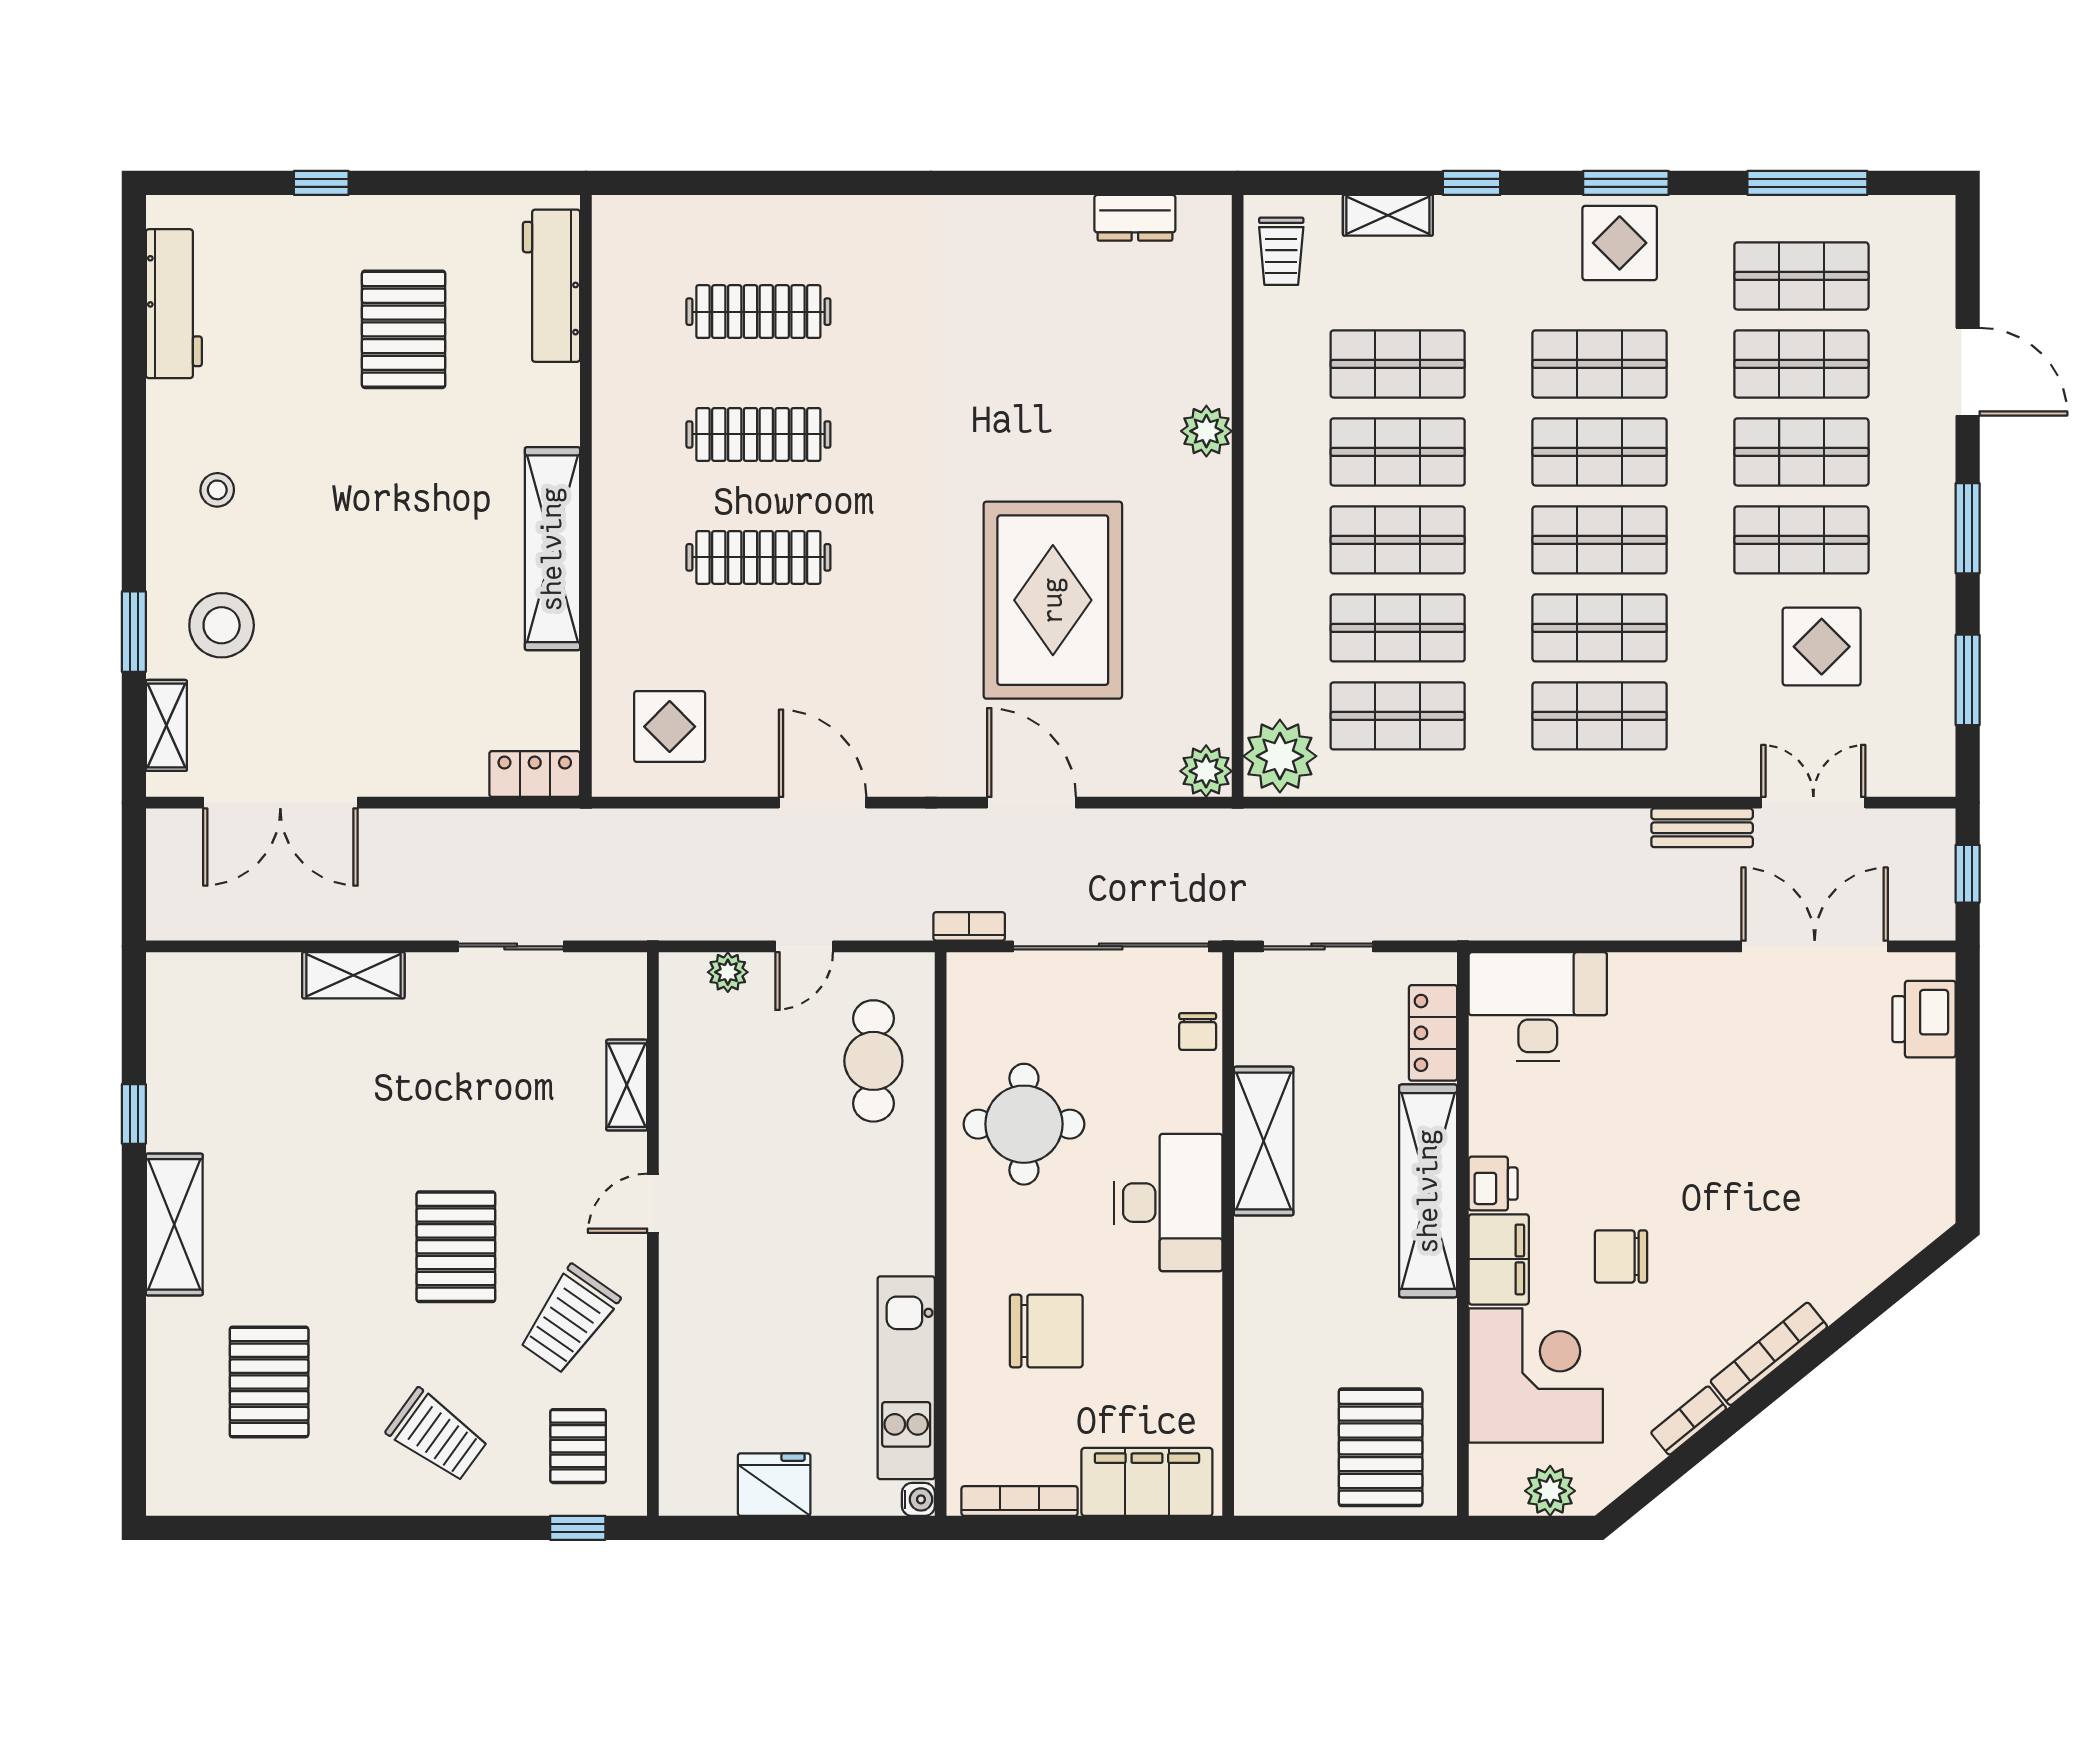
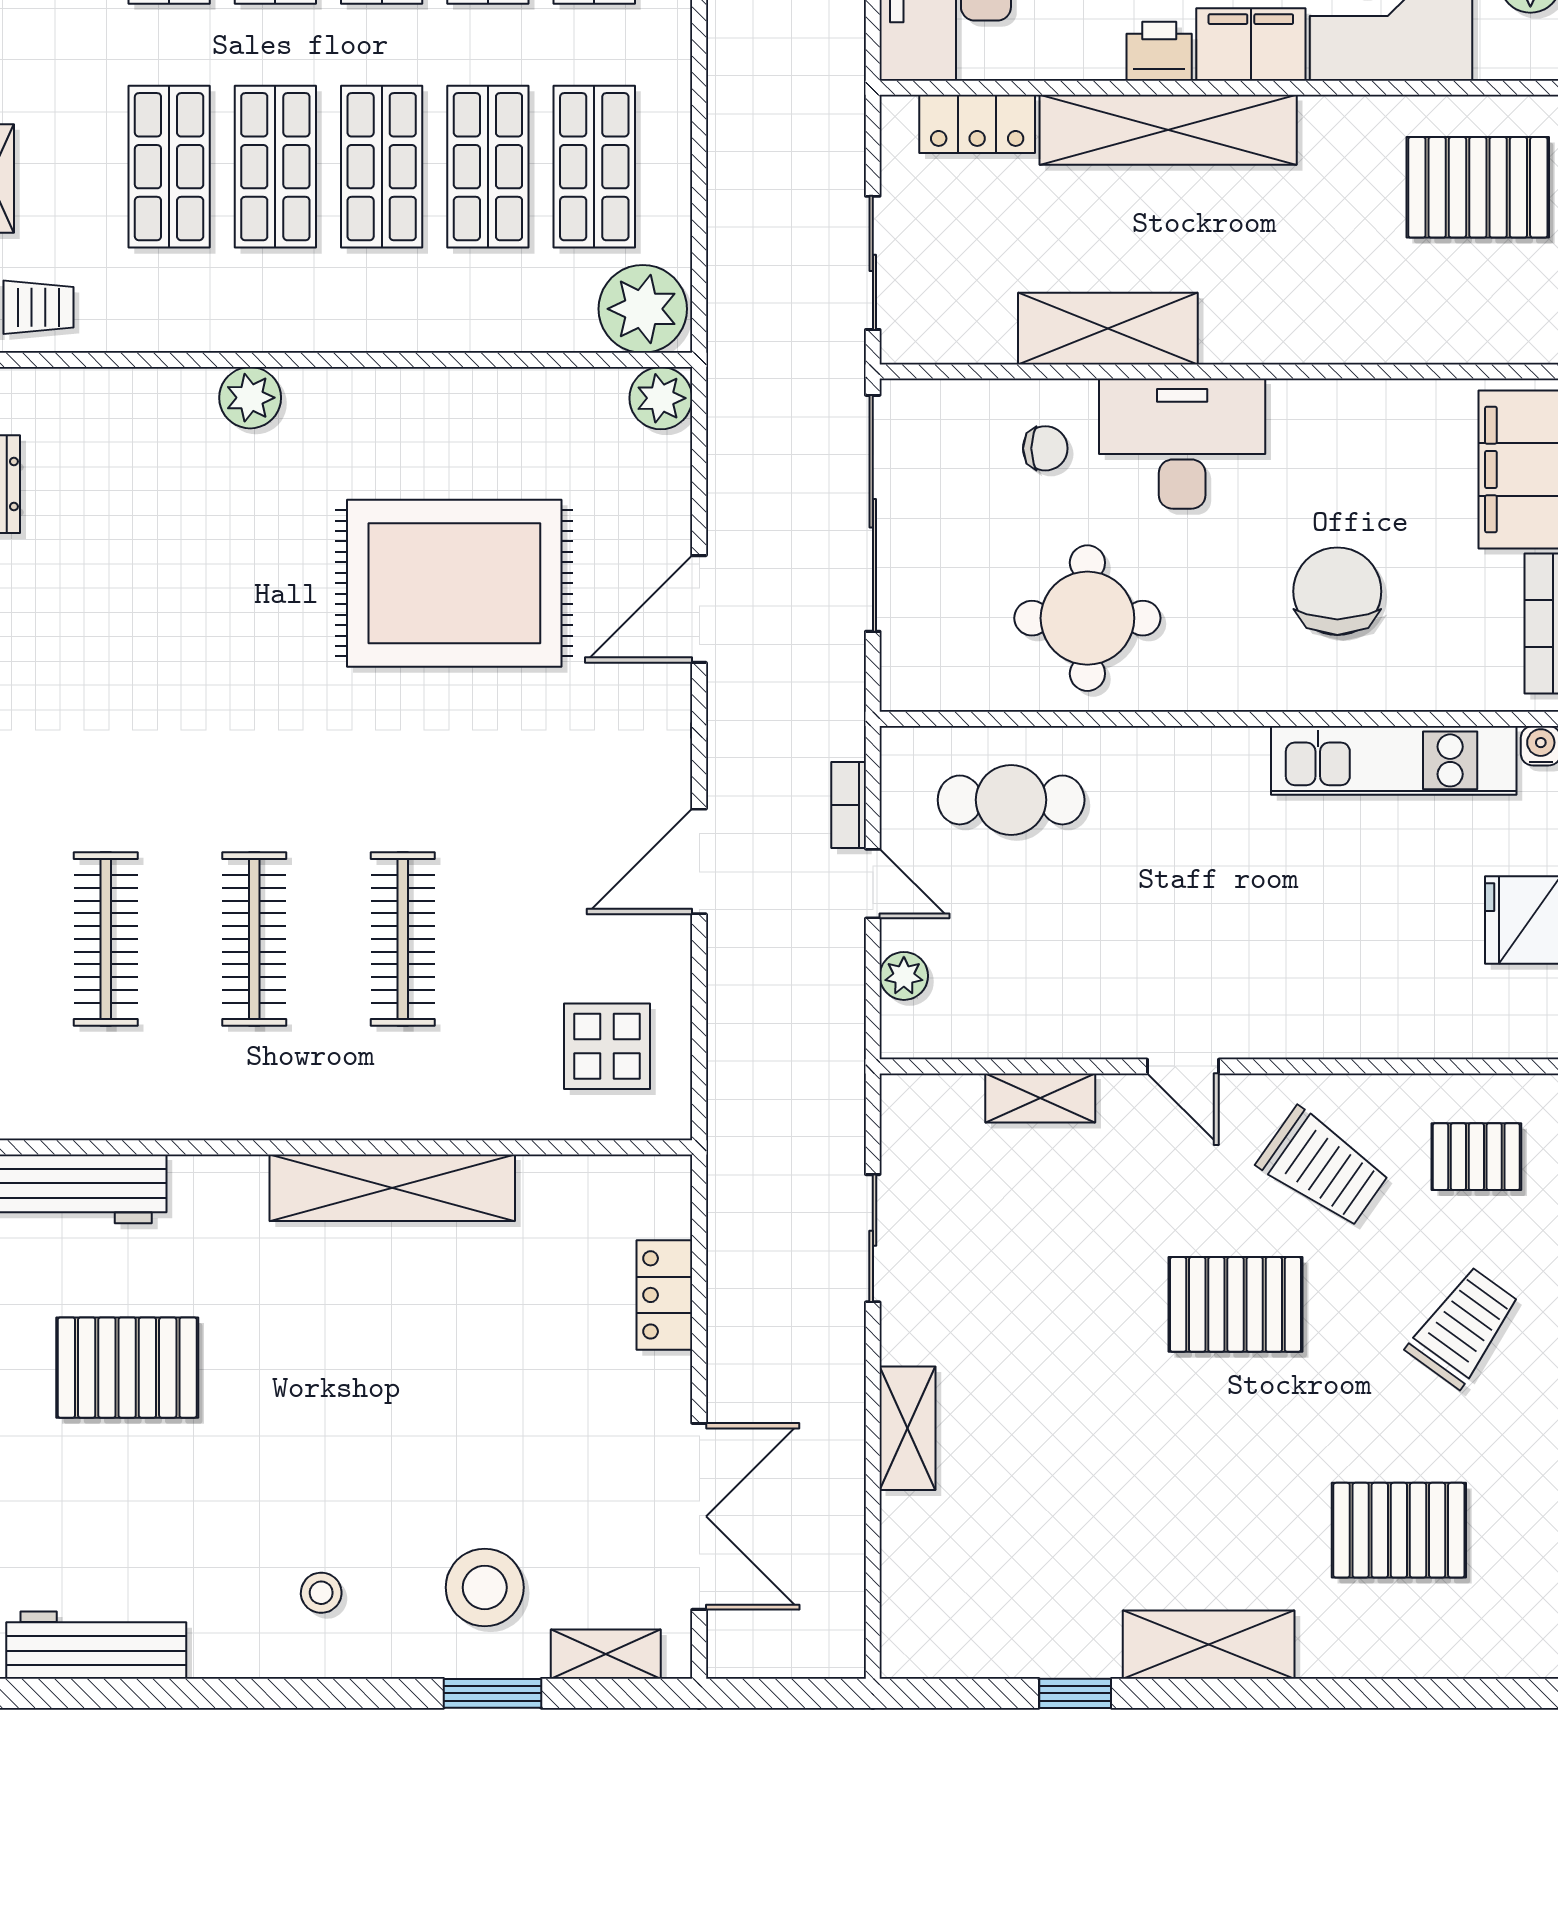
locker: (535, 774) -> (664, 1295), moved
bookcase: (969, 926) -> (849, 805), moved
chair: (1198, 1032) -> (1045, 448), moved

